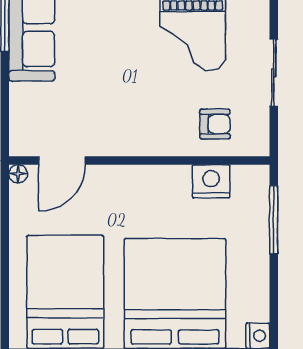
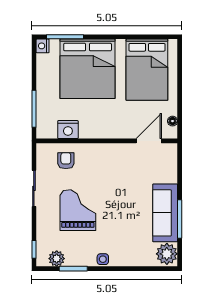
armchair: (215, 124) -> (66, 161), turned 90
floor lamp: (18, 174) -> (173, 121), moved

